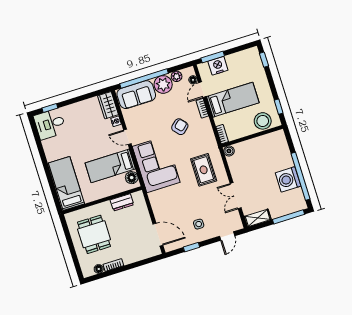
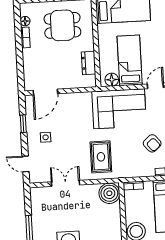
boiler: (229, 151) -> (109, 193), width x1.86, depth x1.86
rug: (204, 170) -> (101, 157), turned 90
shelving: (258, 218) -> (36, 200), removed

